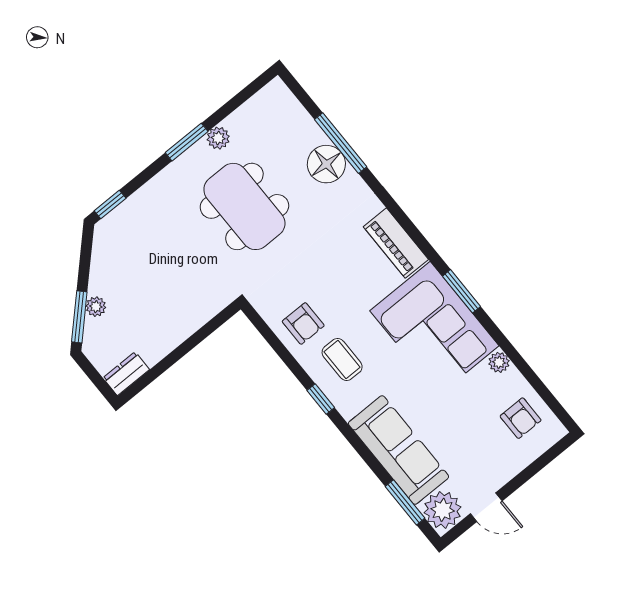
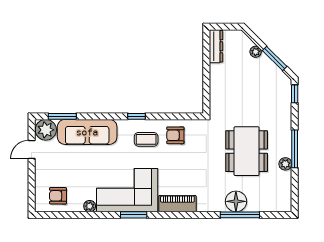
window: (187, 142) -> (295, 149), width x1.44
dining table: (244, 206) -> (247, 151), turned 90
window: (79, 317) -> (275, 59), moved
dresser: (126, 374) -> (216, 46), width x1.44

